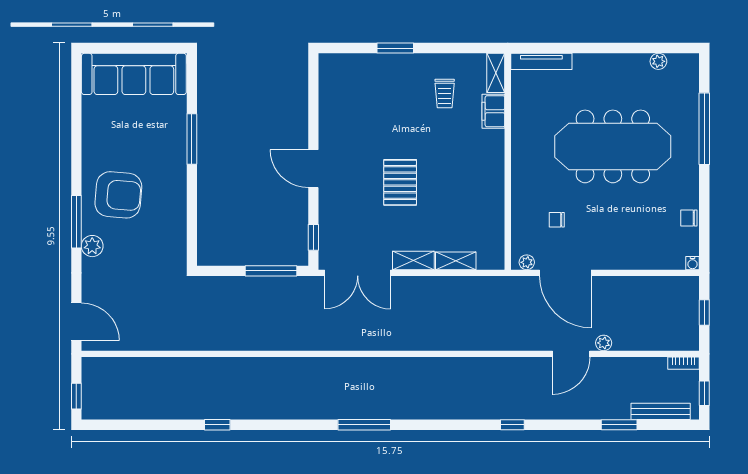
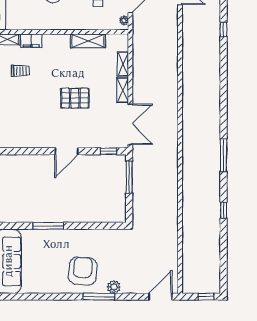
shelving: (493, 204) -> (88, 41), added
window: (364, 425) -> (224, 155), moved

